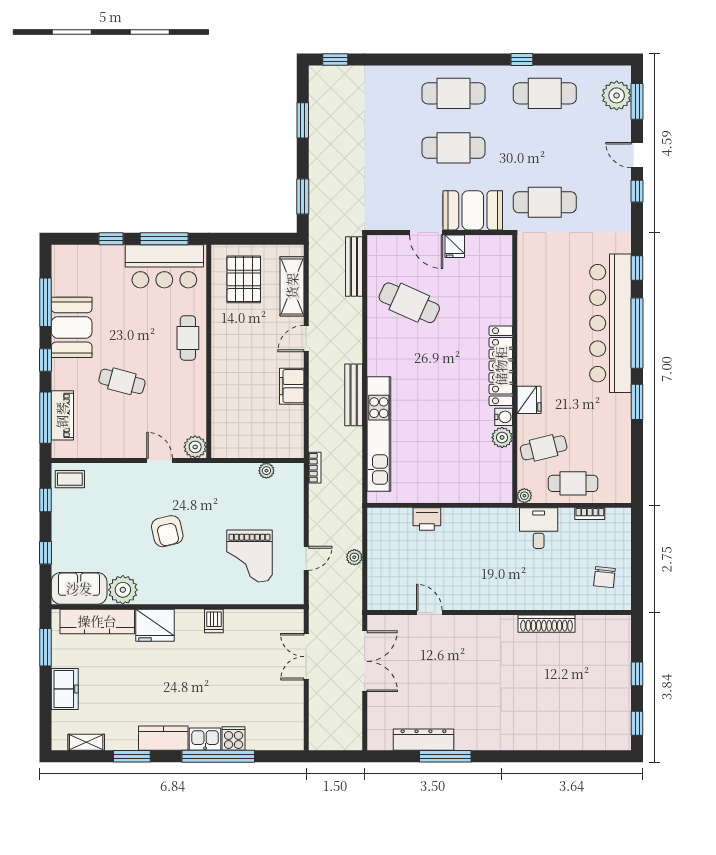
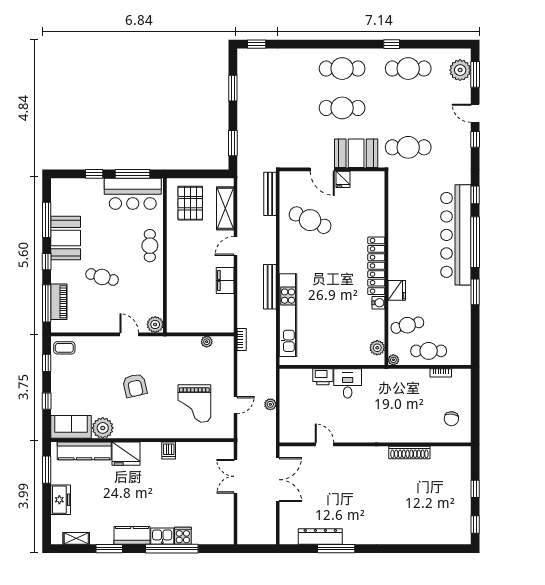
plant: (502, 437) -> (377, 348), moved
desk: (539, 528) -> (348, 383), moved

